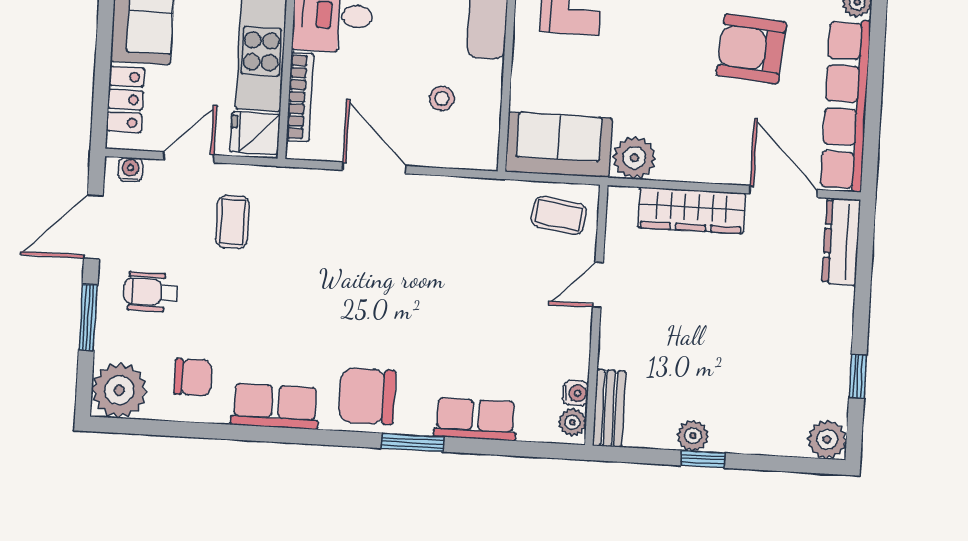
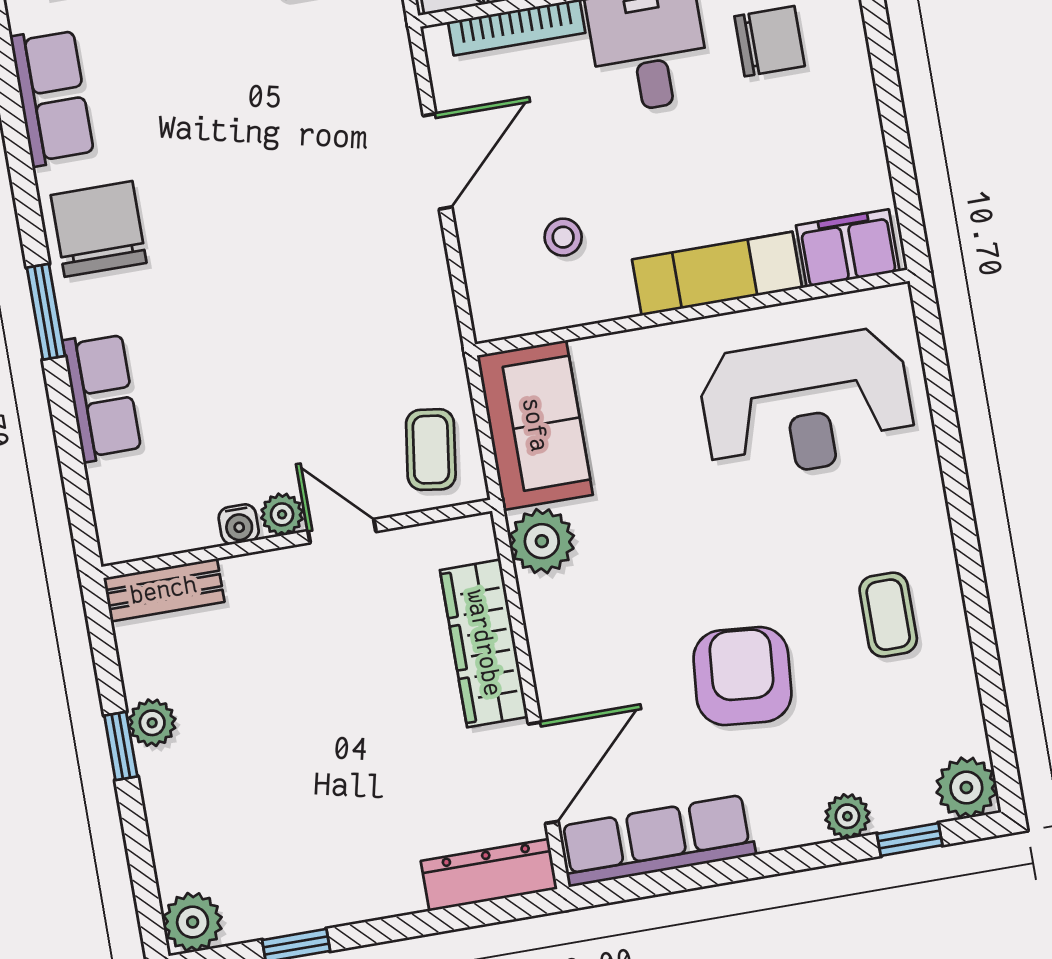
row of seats: (846, 105) -> (657, 841), width x0.73
water cooler: (576, 393) -> (239, 524), moved
plant: (572, 422) -> (282, 514), moved

